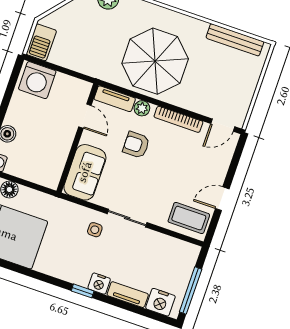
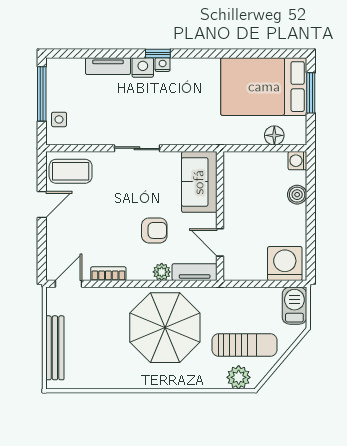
sun lounger: (94, 24) -> (245, 345), added
bench: (235, 40) -> (55, 348), moved, turned 90
bookcase: (178, 119) -> (108, 274), width x0.64
side table: (95, 230) -> (59, 119), moved
nightstand: (160, 302) -> (163, 65), moved, width x0.53, depth x0.56

